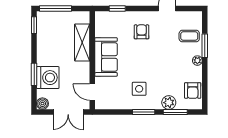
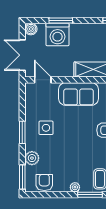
armchair: (193, 90) -> (44, 182), turned 90
door: (92, 92) -> (43, 80), hinge flipped
window: (175, 112) -> (22, 177), moved

